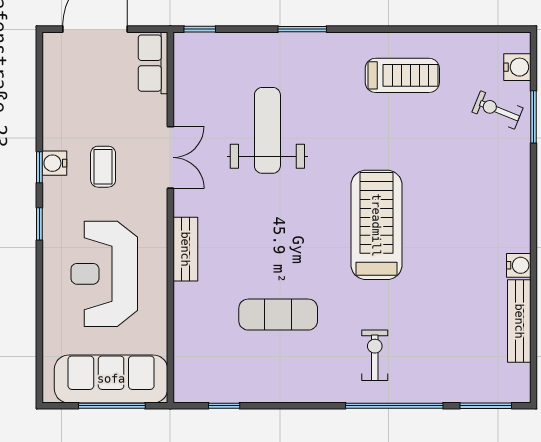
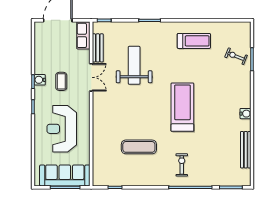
water cooler: (517, 67) -> (245, 37), removed
bench: (185, 249) -> (98, 48), moved
water cooler: (519, 265) -> (245, 114), moved

